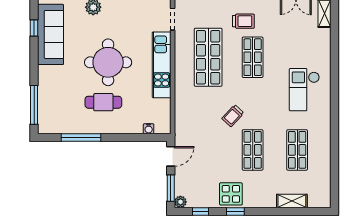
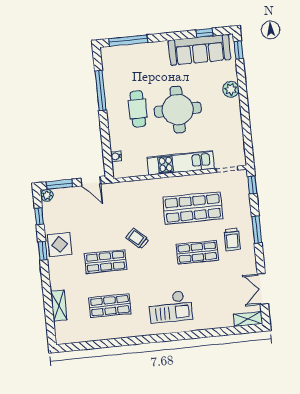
checkout: (304, 90) -> (170, 307), turned 180

